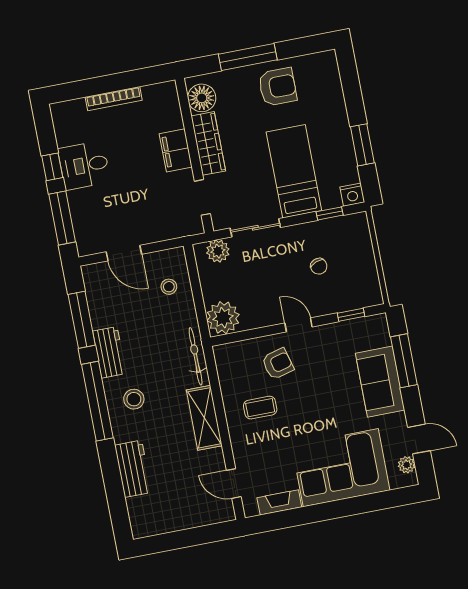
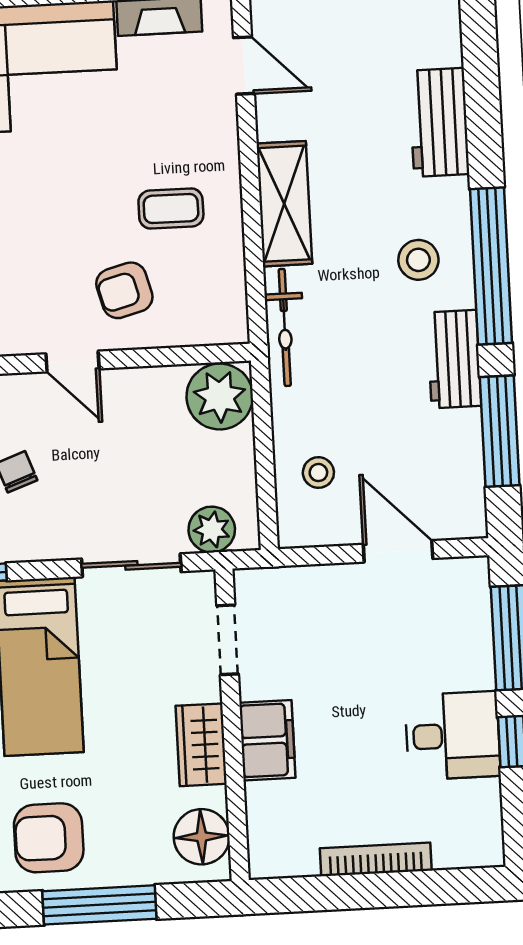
wardrobe: (208, 143) -> (201, 745), width x0.67

